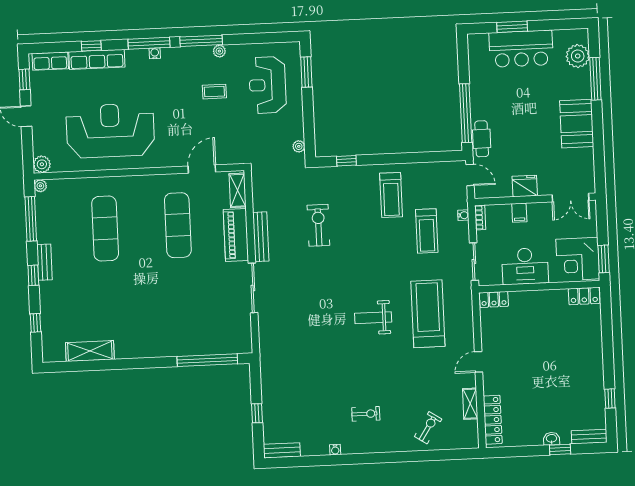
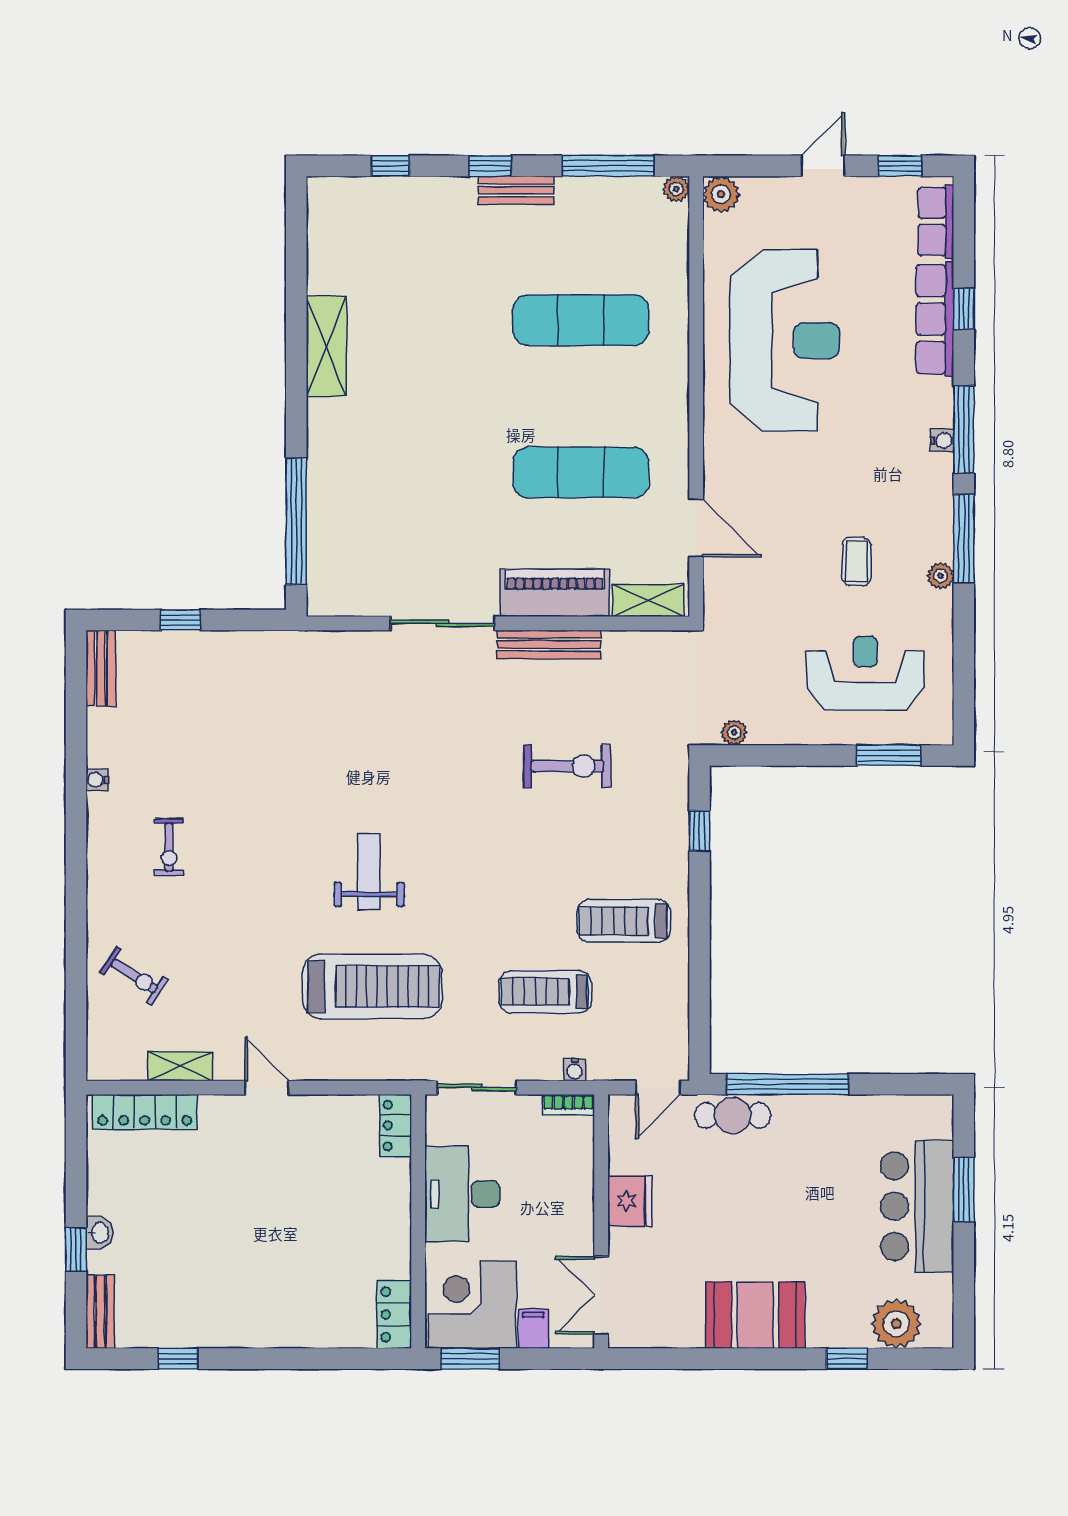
window: (595, 79) -> (847, 1359), width x0.46
filing cabinet: (519, 213) -> (533, 1329), moved, turned 90
shelving: (90, 351) -> (326, 346), moved

